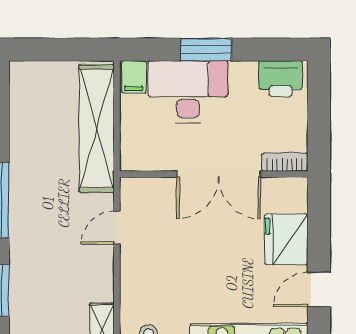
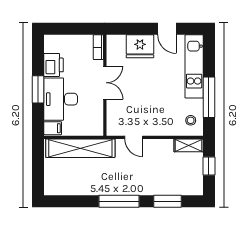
printer: (281, 79) -> (54, 65), moved
double door: (219, 174) -> (105, 83), width x0.73

